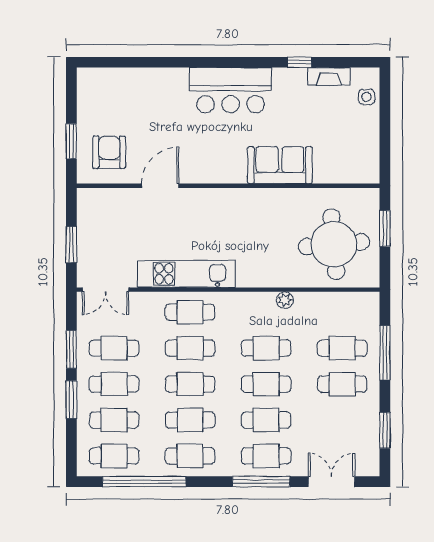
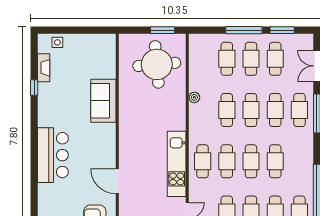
bar counter: (230, 90) -> (53, 155), moved
window: (385, 228) -> (163, 30), moved
window: (385, 353) -> (244, 30), moved
cafe table: (190, 456) -> (275, 59), moved

